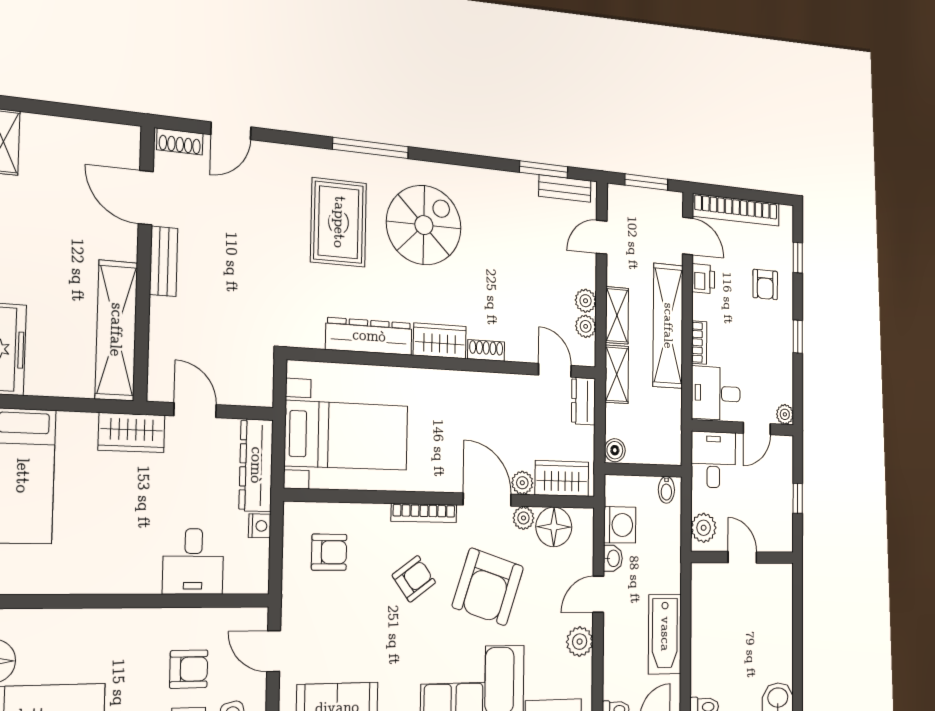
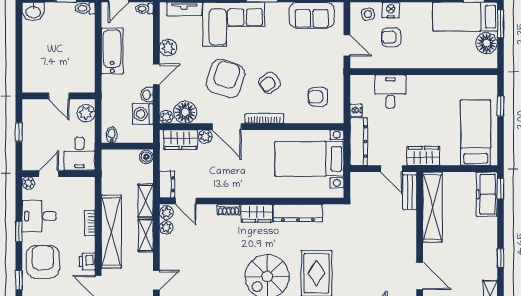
bench: (164, 261) -> (410, 192), moved
armchair: (765, 284) -> (43, 262), width x1.88, depth x1.88
plant: (586, 301) -> (166, 213), moved
desk: (716, 393) -> (39, 216), moved, turned 180
plant: (523, 518) -> (166, 117), moved

